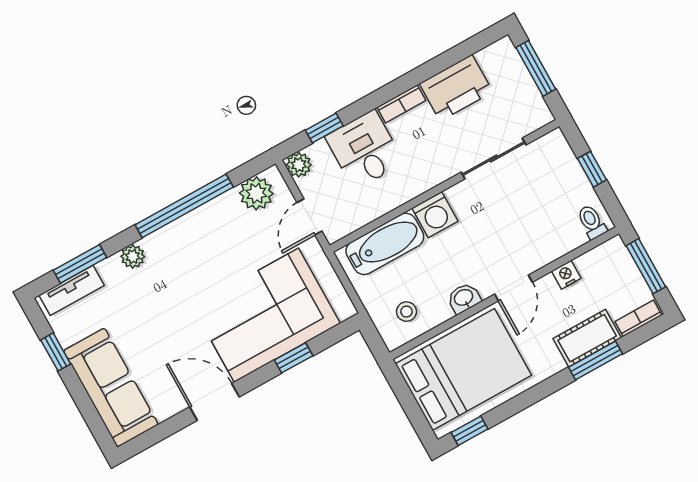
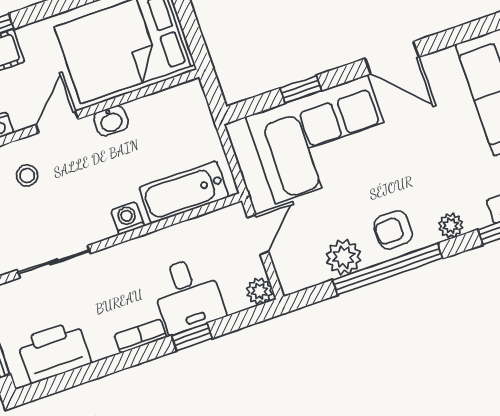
printer: (456, 88) -> (54, 352), moved
window: (324, 128) -> (192, 337), moved
plant: (256, 193) -> (344, 257), moved
washing machine: (435, 215) -> (127, 218), width x0.73, depth x0.73
armchair: (185, 243) -> (393, 230), added
stool: (406, 312) -> (27, 176), moved

